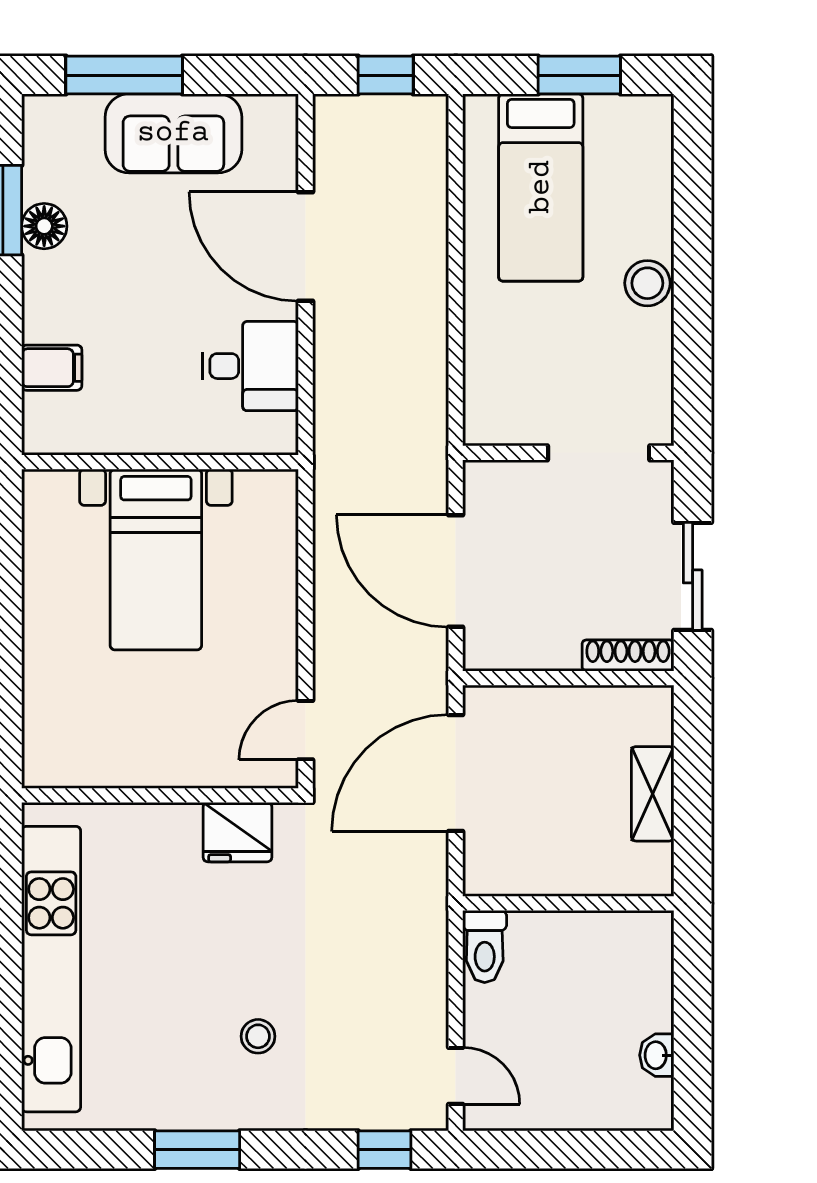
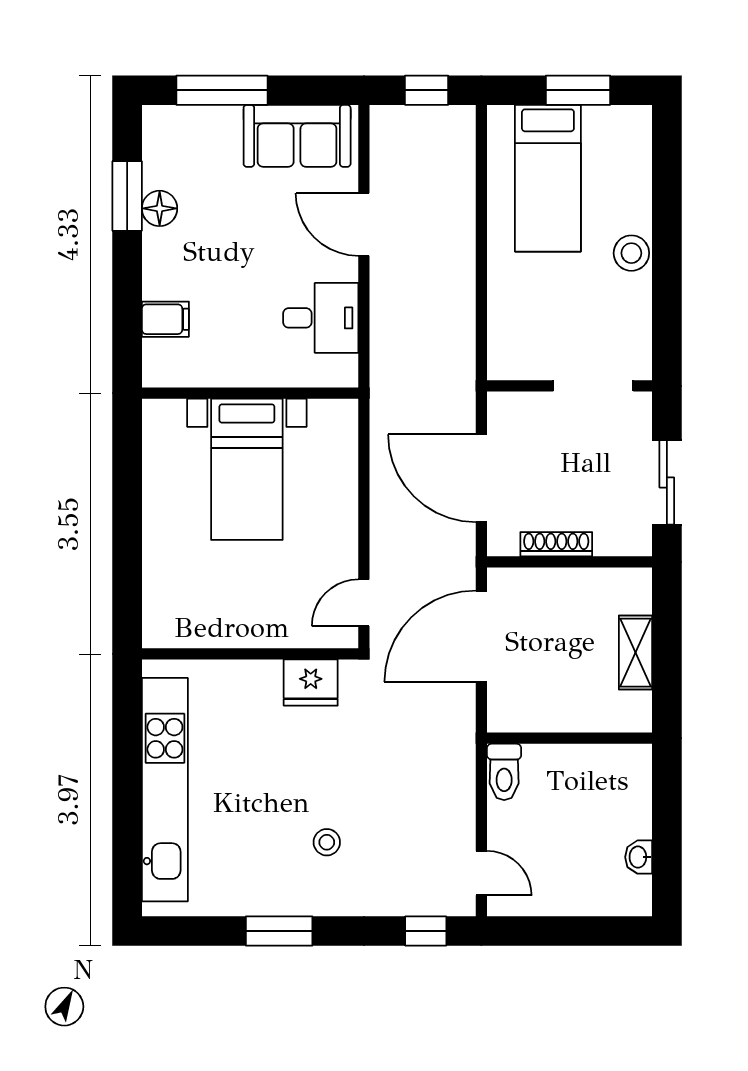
sofa: (173, 133) -> (297, 136), moved
door: (306, 247) -> (364, 224), width x0.73
shoe rack: (628, 655) -> (556, 544), moved

